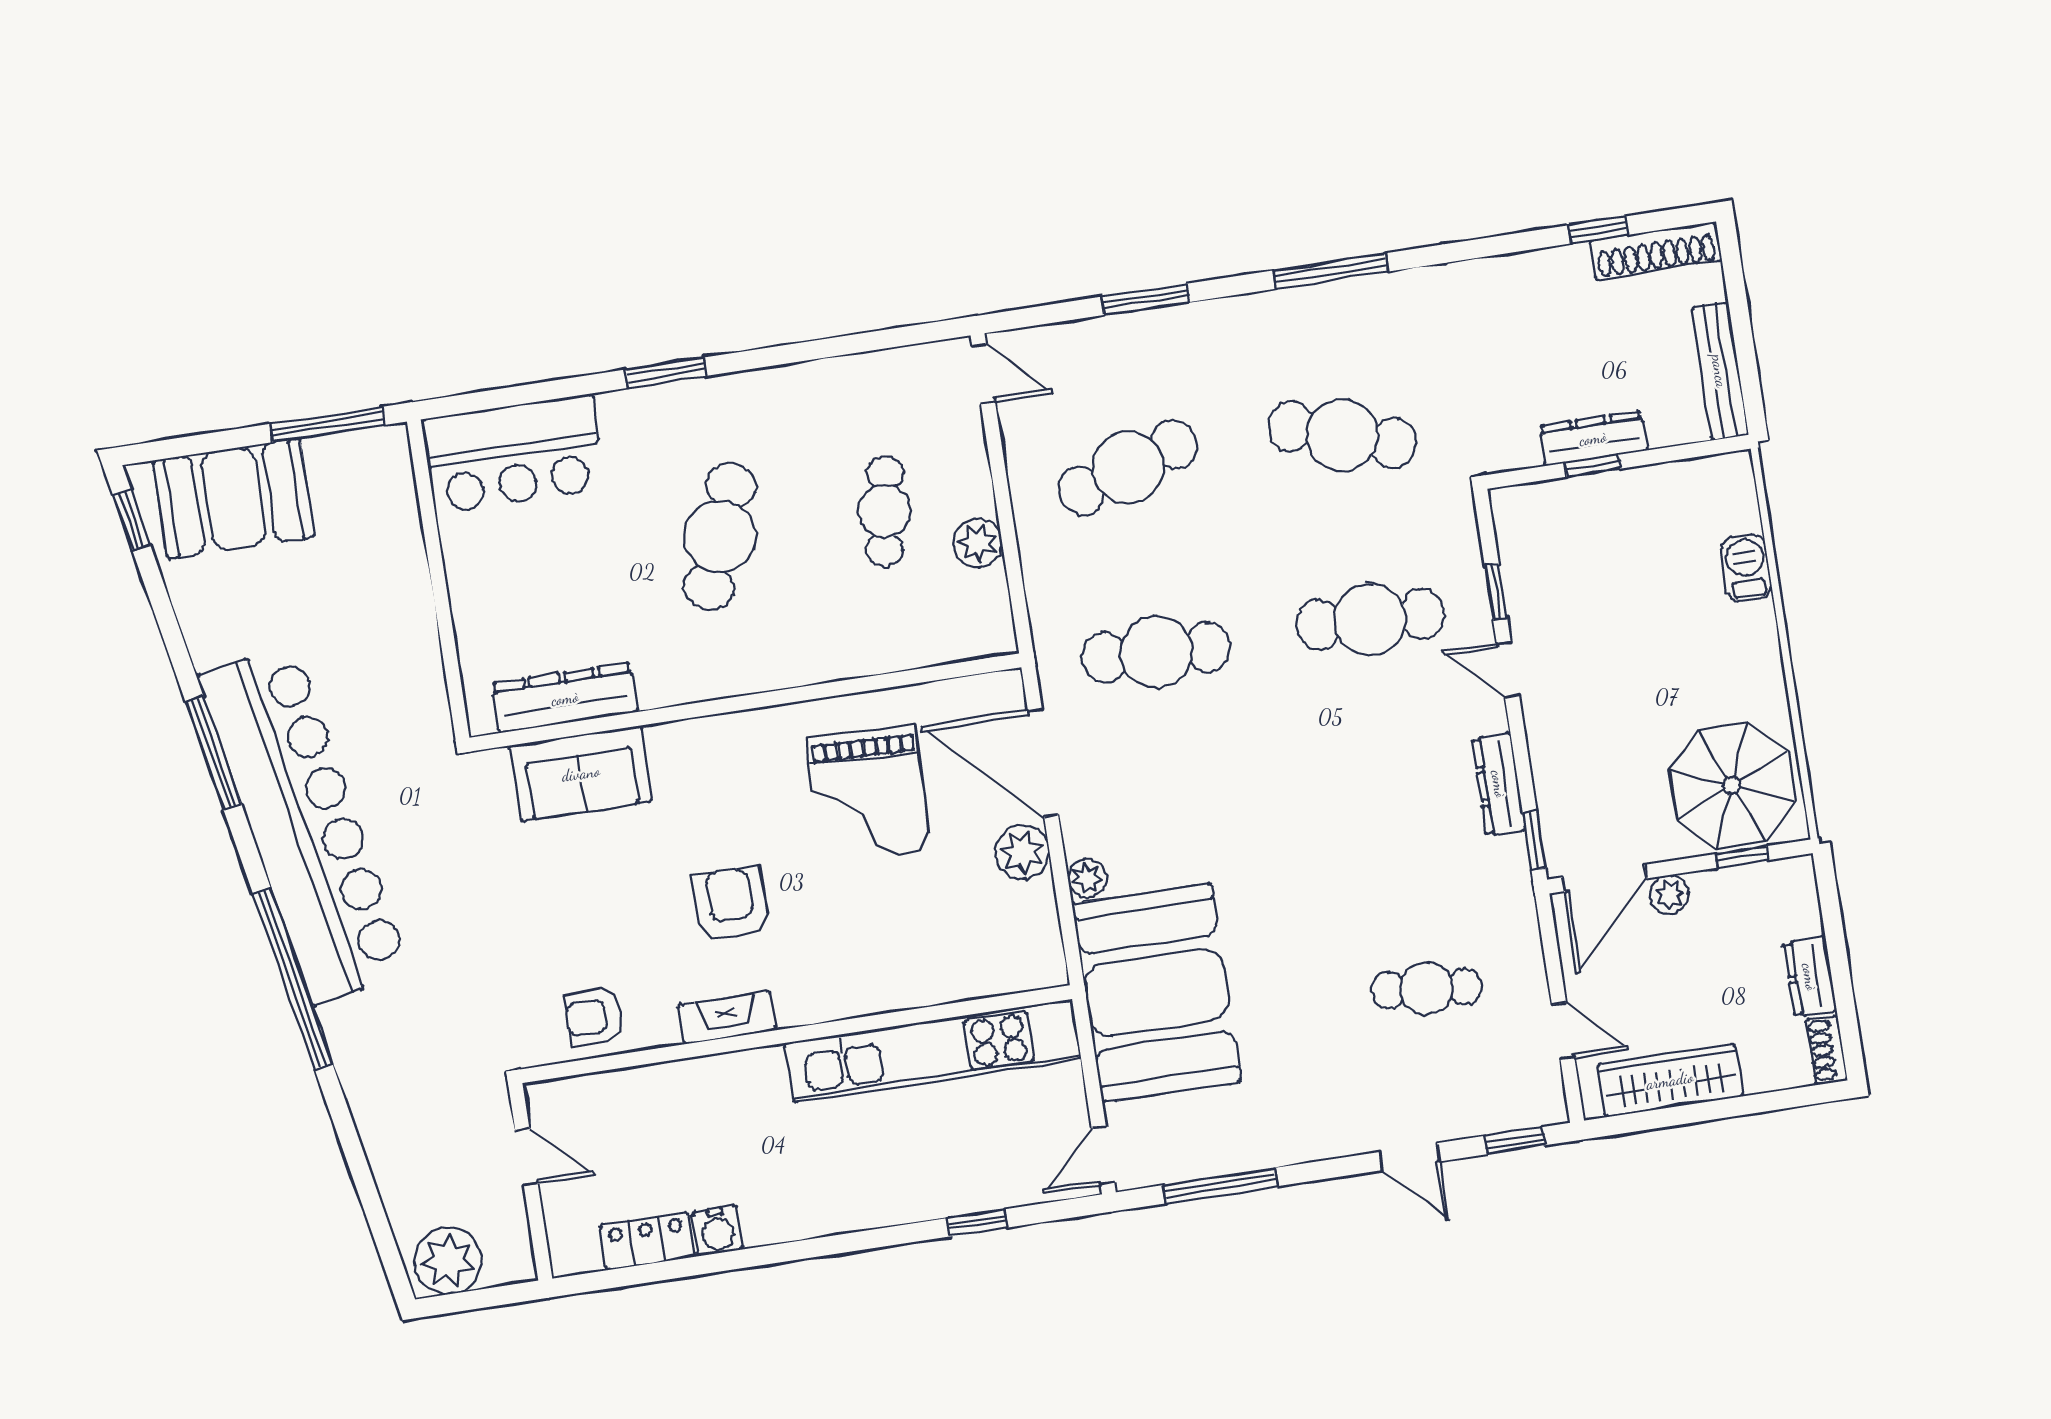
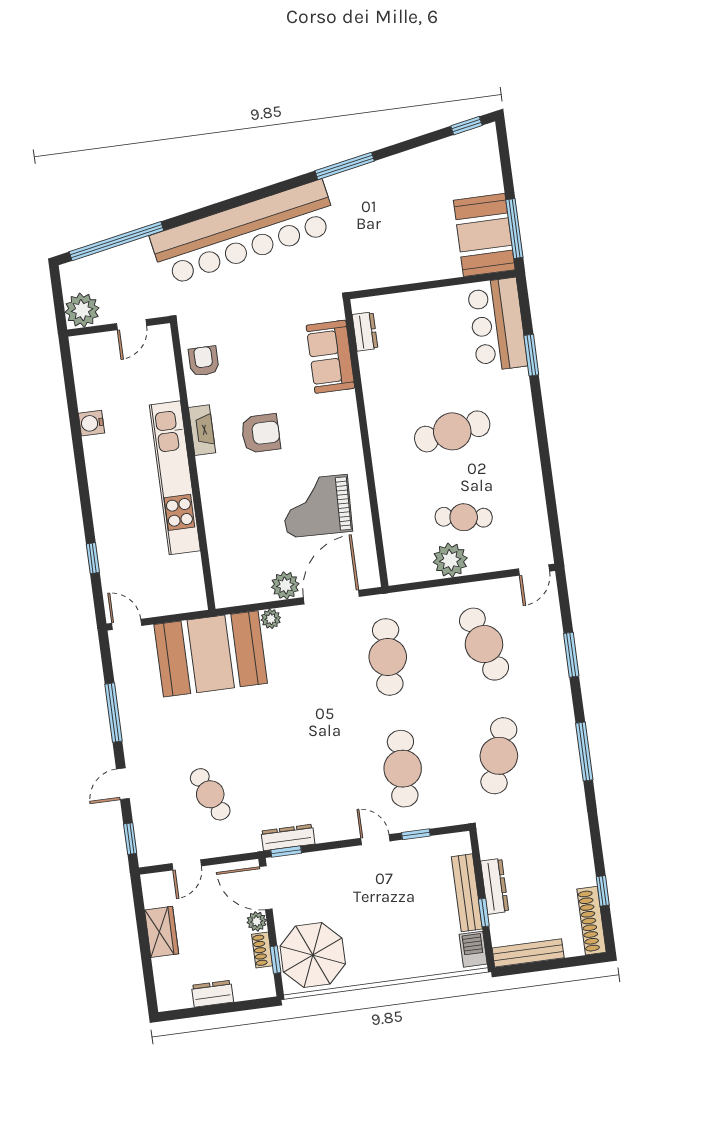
window: (665, 373) -> (531, 355), moved
window: (1593, 466) -> (484, 913), moved
bench: (1607, 491) -> (467, 893), added
booth: (234, 499) -> (484, 235), moved
cafe table: (720, 537) -> (452, 431), turned -30
plant: (978, 543) -> (450, 560), width x1.36, depth x1.36
barbecue: (1746, 568) -> (473, 949), moved, turned -90
door: (1508, 669) -> (375, 840), hinge flipped
dresser: (565, 698) -> (365, 332), width x0.51, depth x0.80
dresser: (1499, 784) -> (288, 837), moved
bar counter: (304, 824) -> (244, 233), moved
window: (293, 979) -> (116, 241), moved
cafe table: (1427, 988) -> (210, 794), turned -30
shoe rack: (1827, 1050) -> (262, 950), moved, turned -90
kitchen unit: (933, 1051) -> (175, 478), moved
wardrobe: (1670, 1080) -> (162, 932), width x0.67
window: (1220, 1186) -> (113, 713), moved
locker: (647, 1241) -> (87, 386), removed
plant: (448, 1261) -> (82, 310), moved

